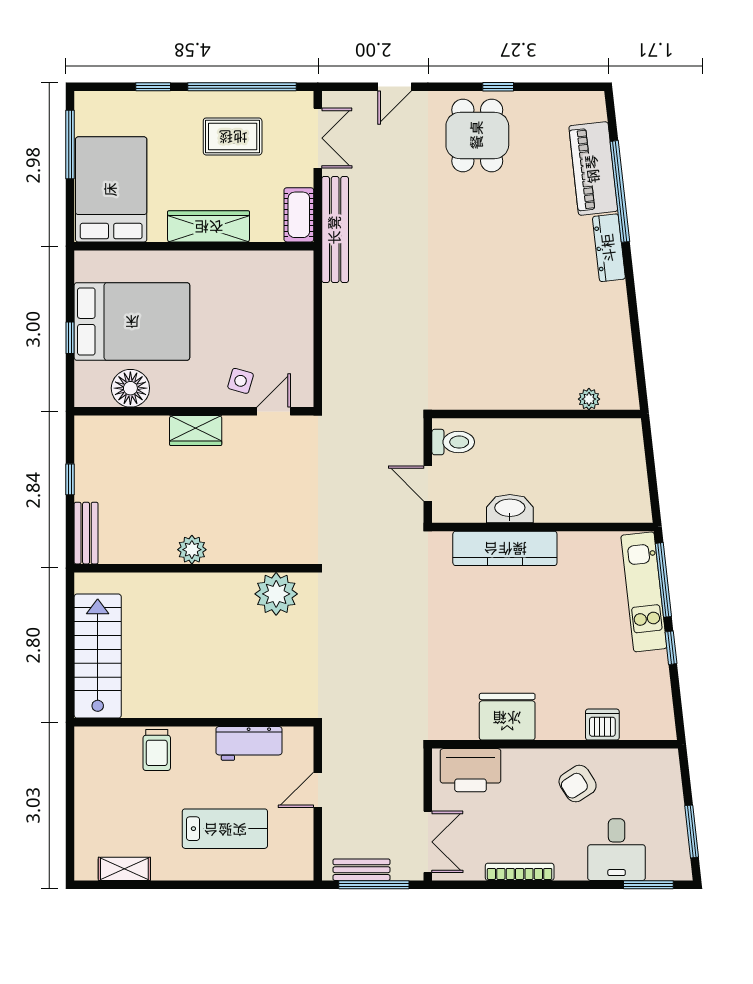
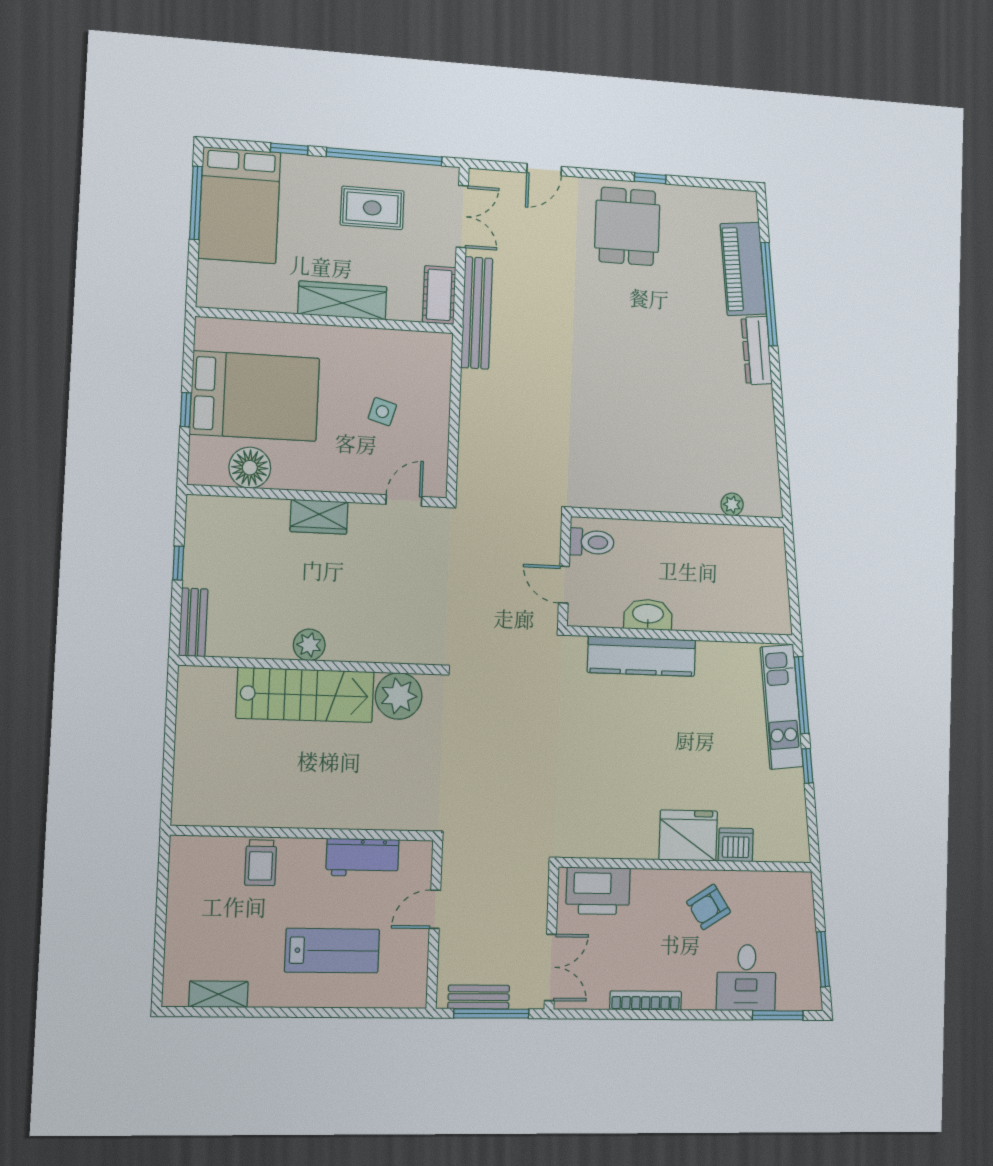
bed: (111, 189) -> (239, 205), moved, turned 180
side table: (241, 381) -> (382, 412), moved
stairs: (98, 656) -> (305, 695), moved, turned 90
fridge: (507, 717) -> (688, 835), moved

